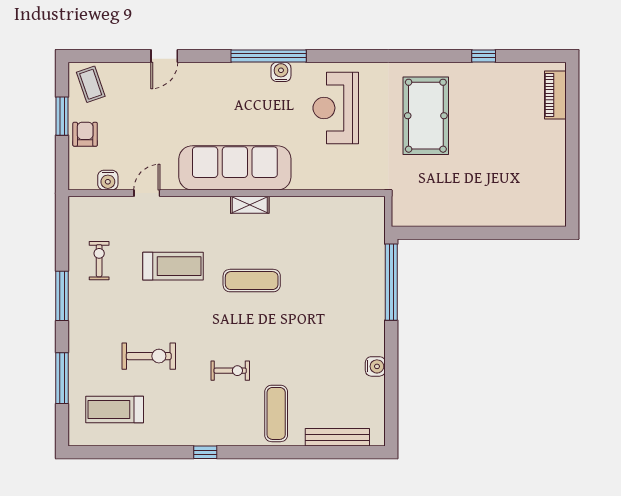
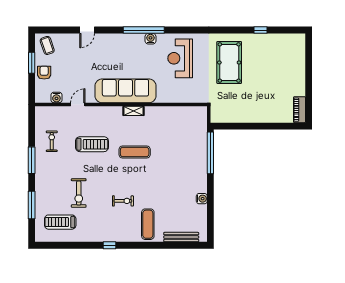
piano: (555, 95) -> (300, 110), moved
exercise bike: (149, 356) -> (79, 193), turned 90

